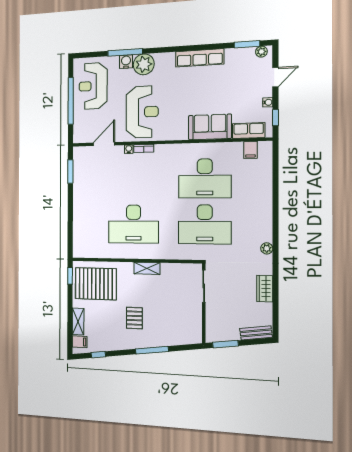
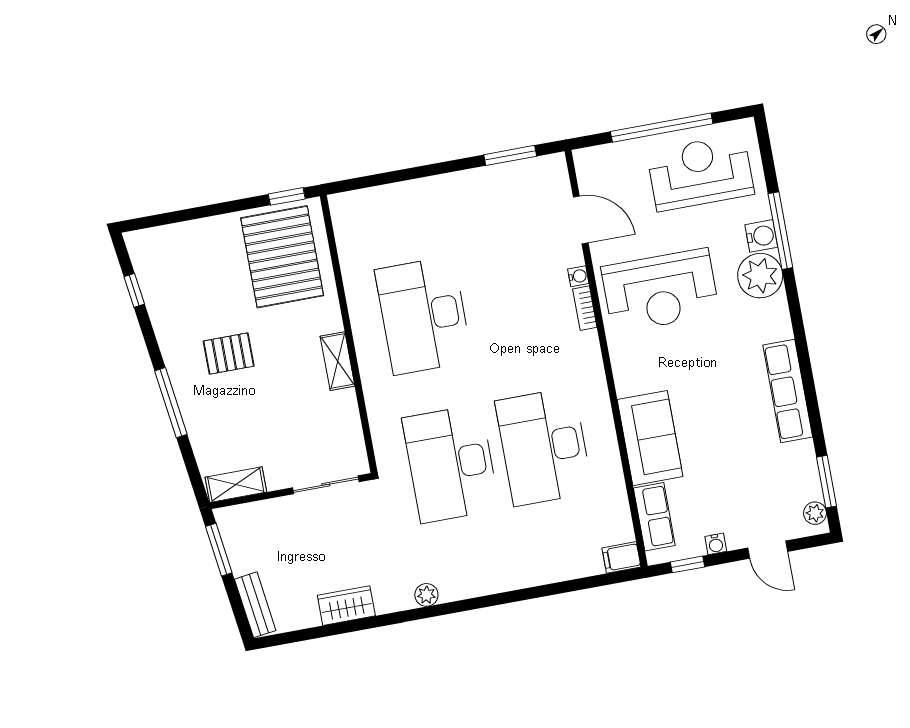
filing cabinet: (250, 150) -> (621, 557), moved
shelving: (78, 322) -> (236, 485), moved
filing cabinet: (80, 342) -> (151, 244), removed

